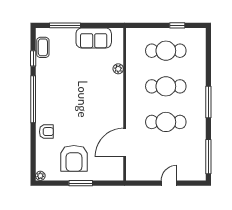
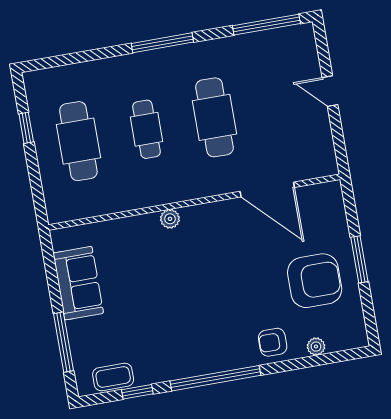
plant: (118, 69) -> (170, 219), moved
cafe table: (166, 86) -> (146, 129), width x0.73, depth x0.74
armchair: (46, 132) -> (273, 342), turned -90
plant: (40, 176) -> (316, 347), moved

